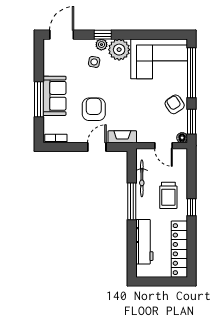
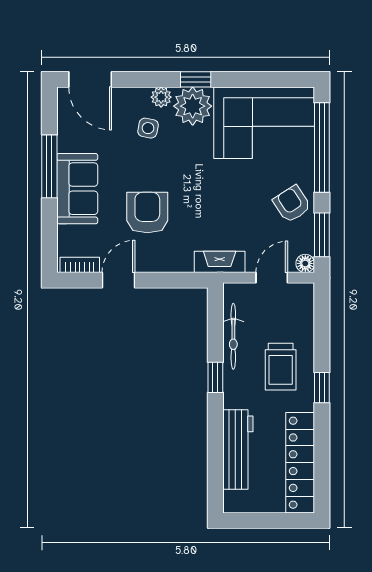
door: (62, 35) -> (90, 79), swing flipped
window: (103, 35) -> (196, 79), moved
window: (39, 99) -> (49, 166), moved
fireplace: (122, 137) -> (220, 262), moved
door: (163, 146) -> (272, 278), swing flipped
door: (97, 147) -> (118, 280), moved
window: (132, 201) -> (215, 377), width x0.46

